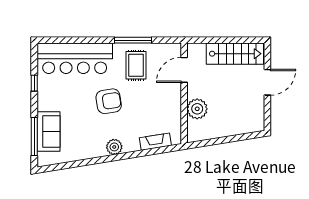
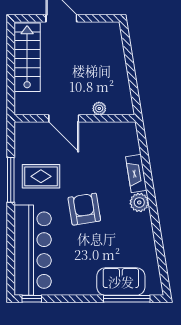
door: (184, 70) -> (64, 118), moved
window: (34, 83) -> (32, 299), moved
plant: (197, 109) -> (99, 108), width x0.53, depth x0.53
fireplace: (155, 142) -> (136, 173), moved

